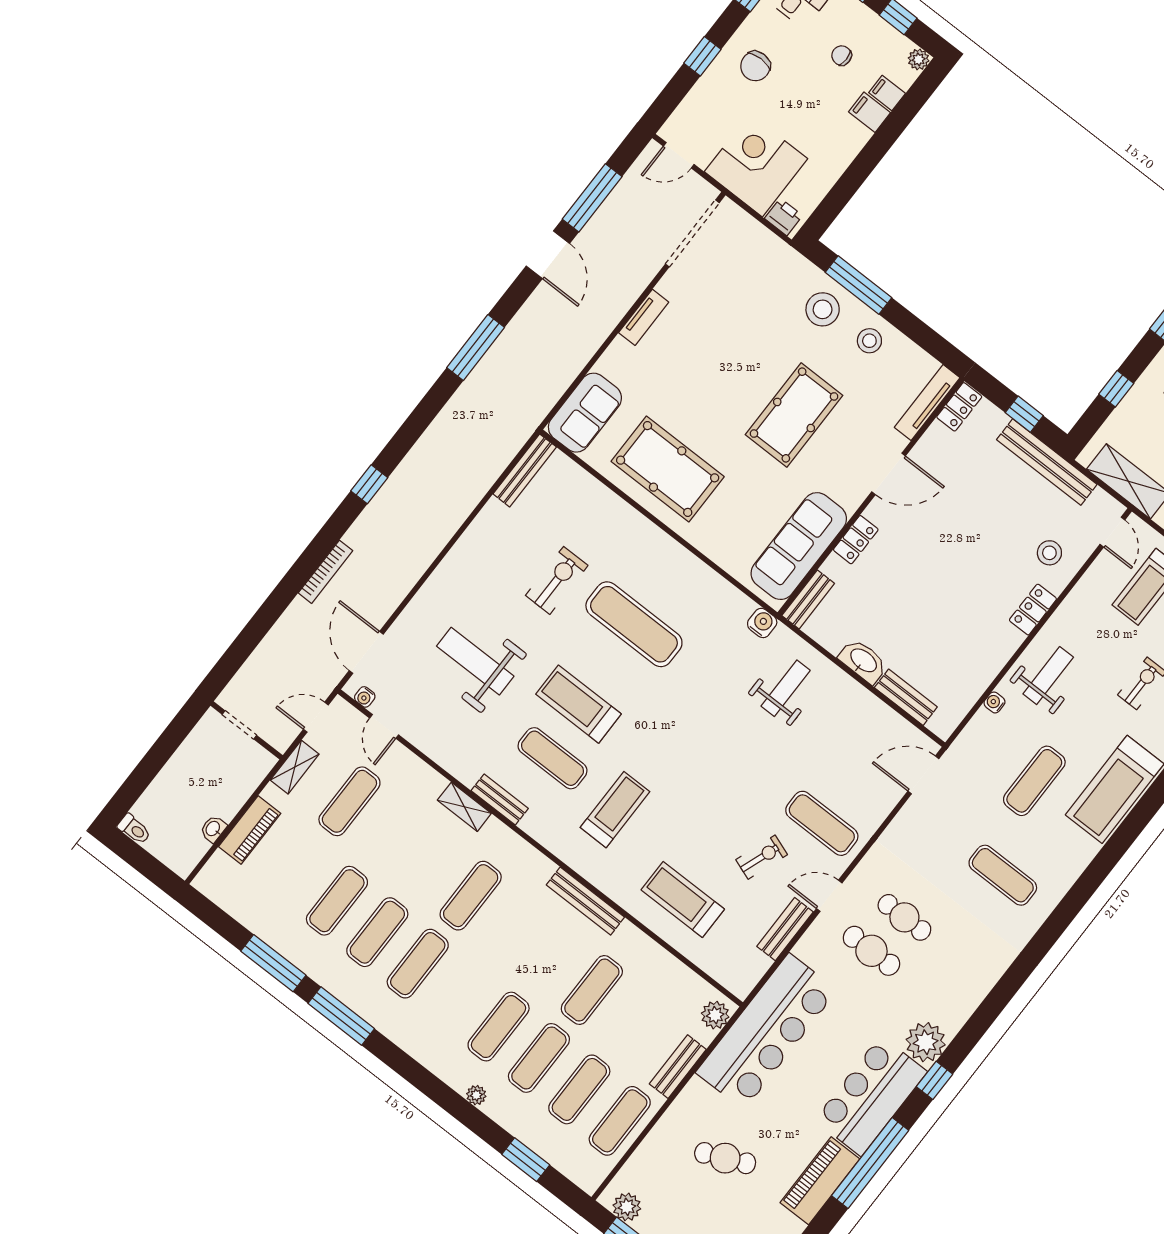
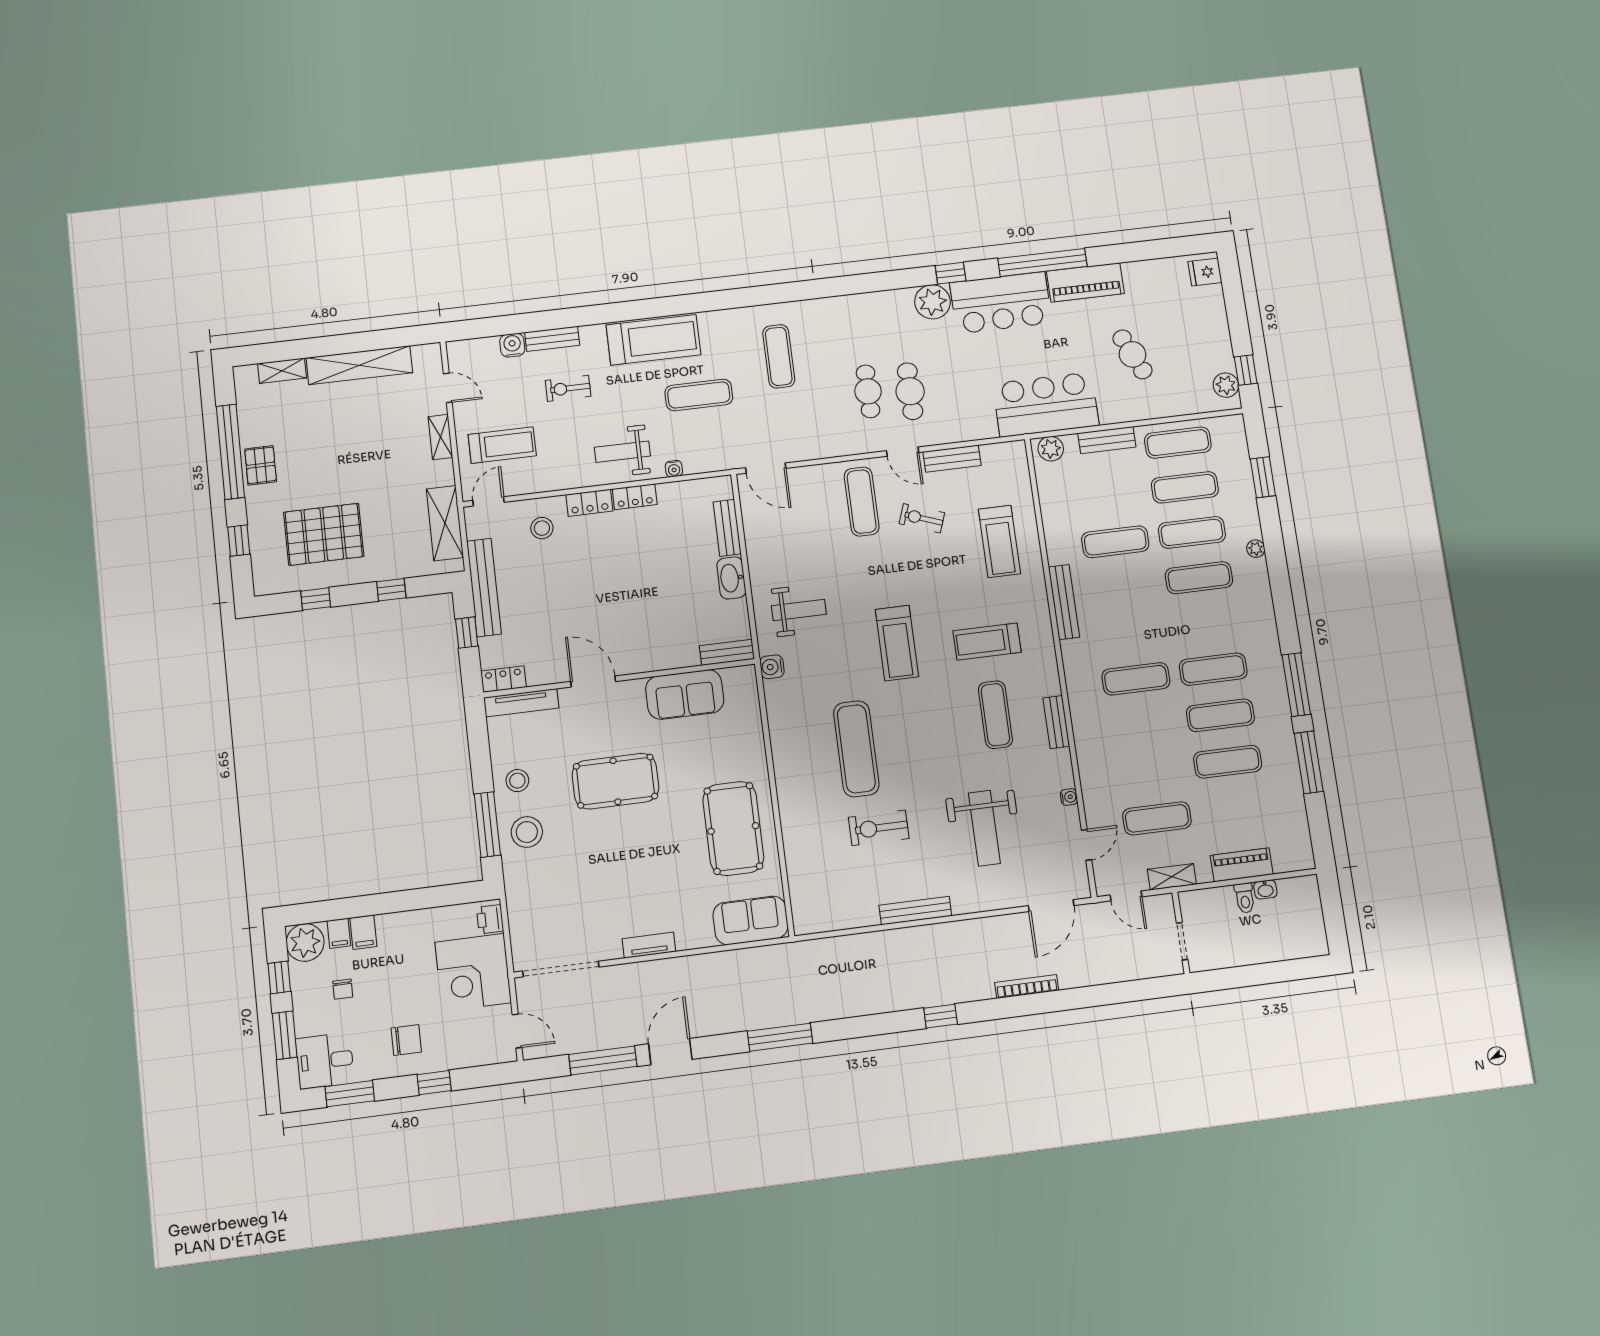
plant: (919, 59) -> (305, 943), width x1.88, depth x1.88
bench: (525, 470) -> (915, 911), moved
locker: (856, 540) -> (635, 497), moved, turned 180
sofa: (799, 546) -> (685, 695), width x0.73
weight bench: (786, 688) -> (799, 610), turned 180
water cooler: (365, 697) -> (1069, 797), moved
treadmill: (579, 704) -> (897, 643), moved
shelving: (464, 807) -> (1084, 740), removed
toilet: (134, 829) -> (1245, 898), moved, turned 180
bar counter: (766, 1031) -> (1046, 405), width x0.73

